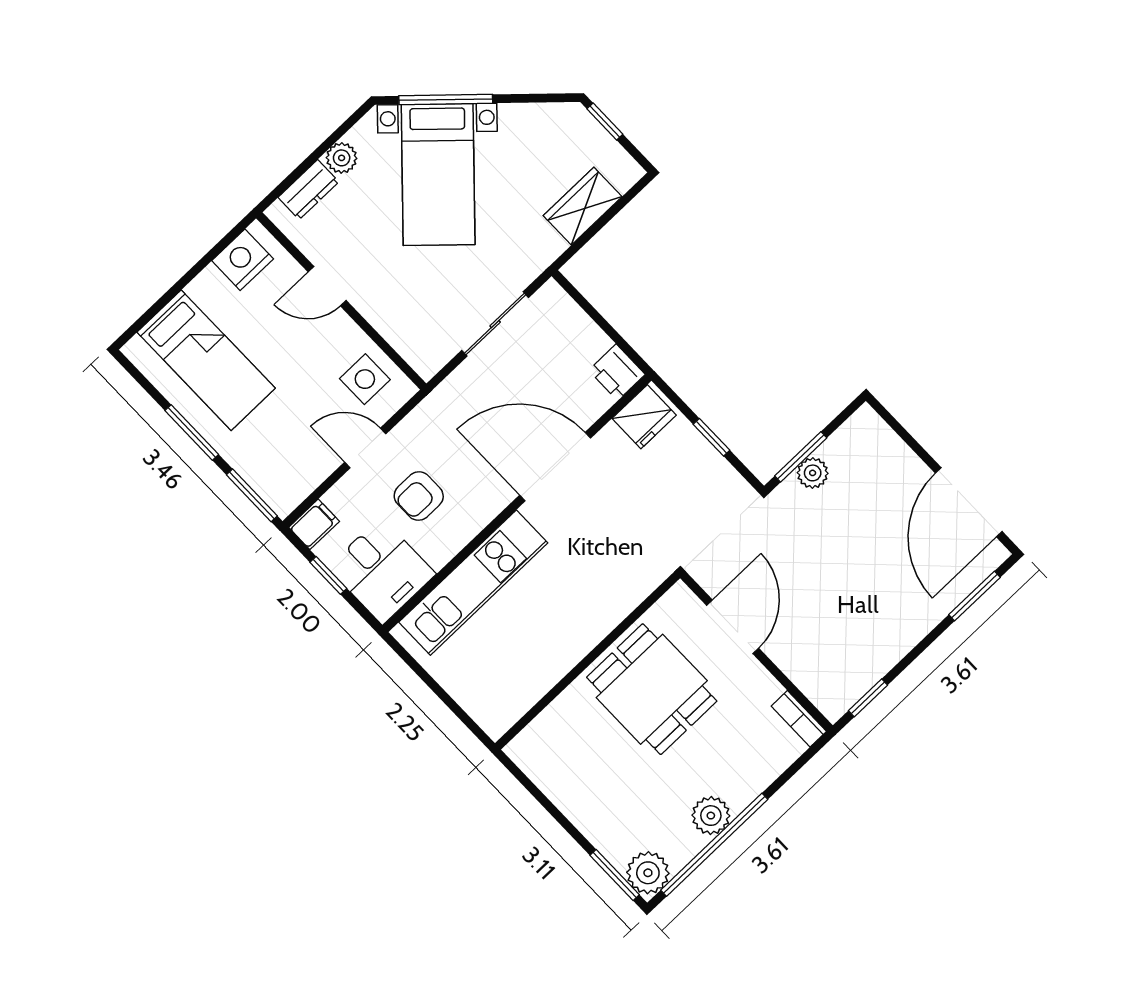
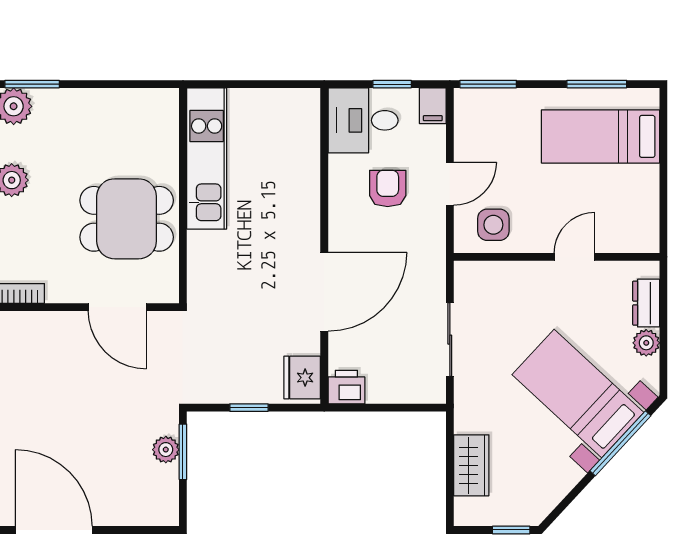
nightstand: (243, 260) -> (642, 220), removed
window: (192, 432) -> (597, 84), moved
kitchen unit: (473, 583) -> (207, 159), moved, turned 180

